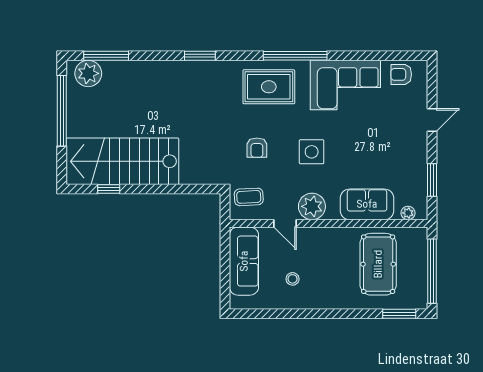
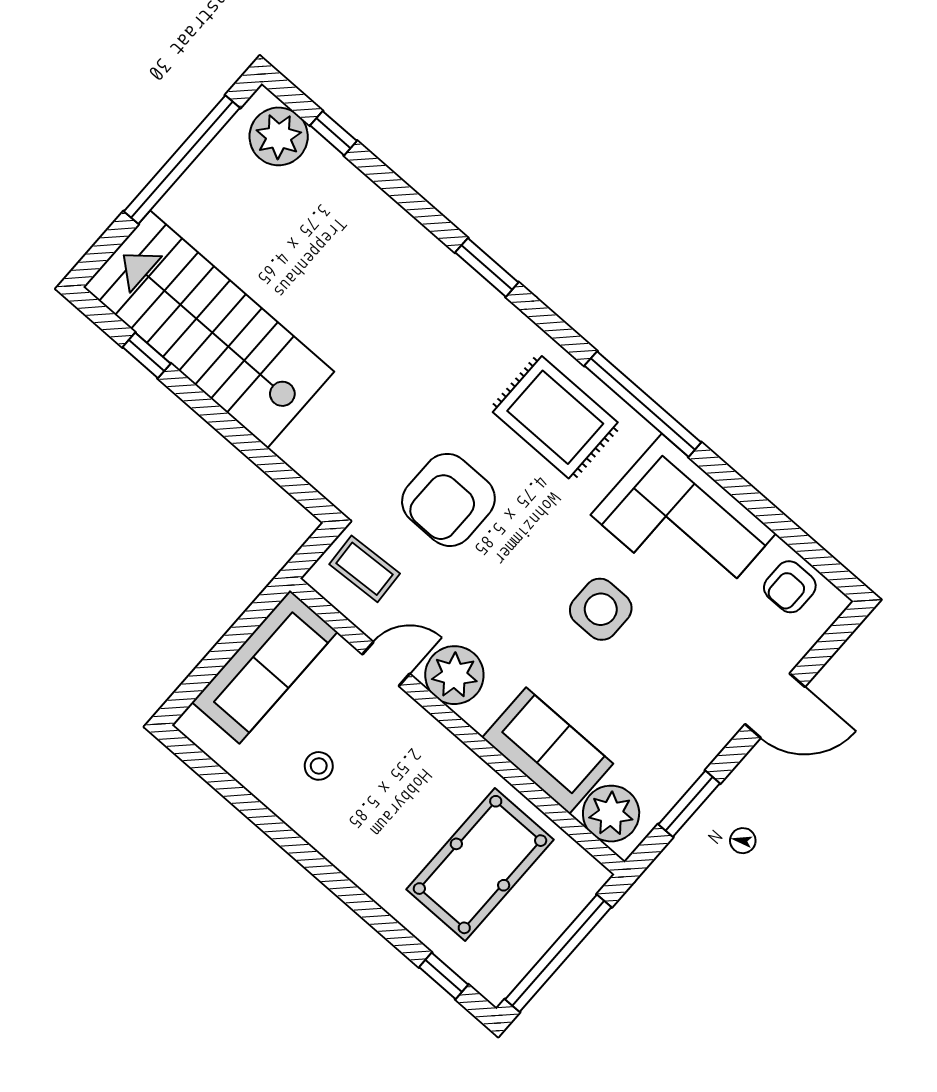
window: (106, 56) -> (333, 133), width x0.46
armchair: (401, 74) -> (790, 587), turned -90
door: (432, 120) -> (775, 706), width x1.38
armchair: (257, 148) -> (448, 500), width x1.88, depth x1.88
side table: (312, 152) -> (601, 609), moved
plant: (408, 213) -> (611, 814), width x1.87, depth x1.87
door: (285, 223) -> (386, 664), swing flipped
window: (399, 314) -> (444, 976), width x0.67

